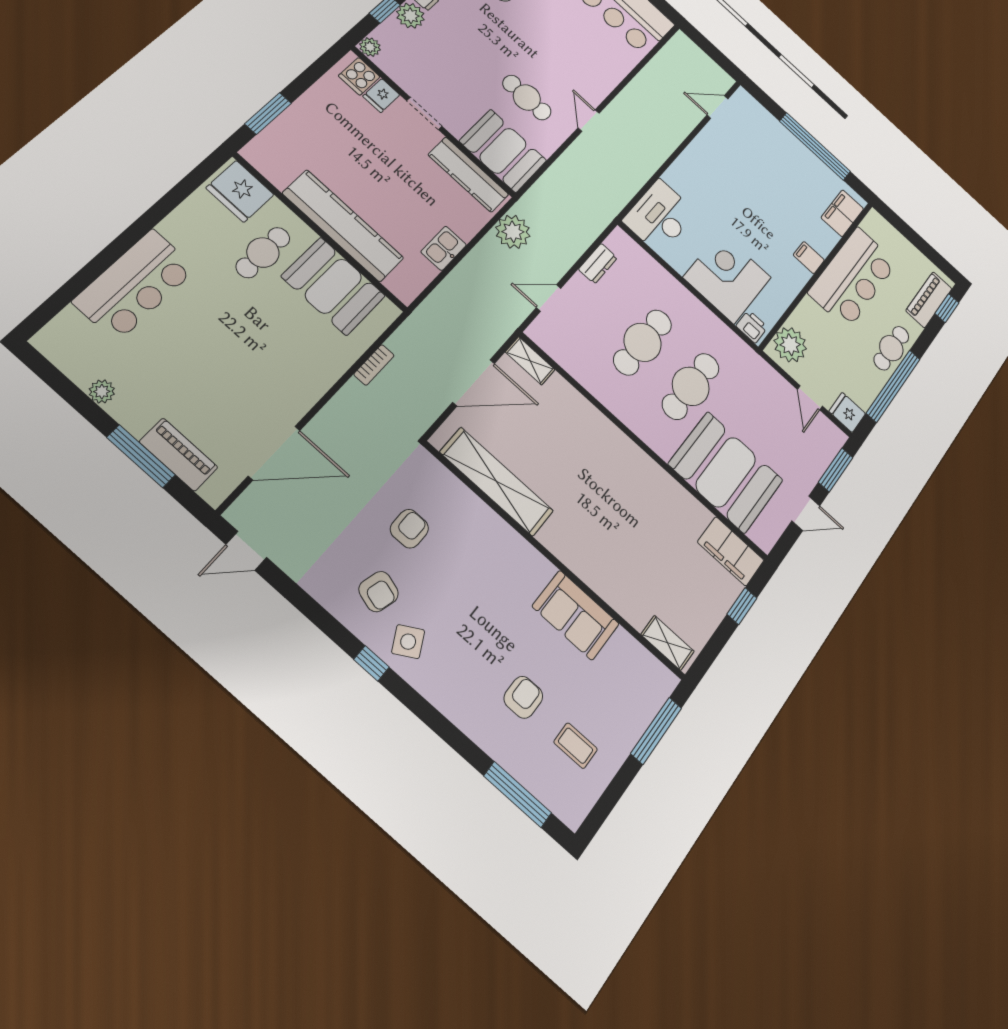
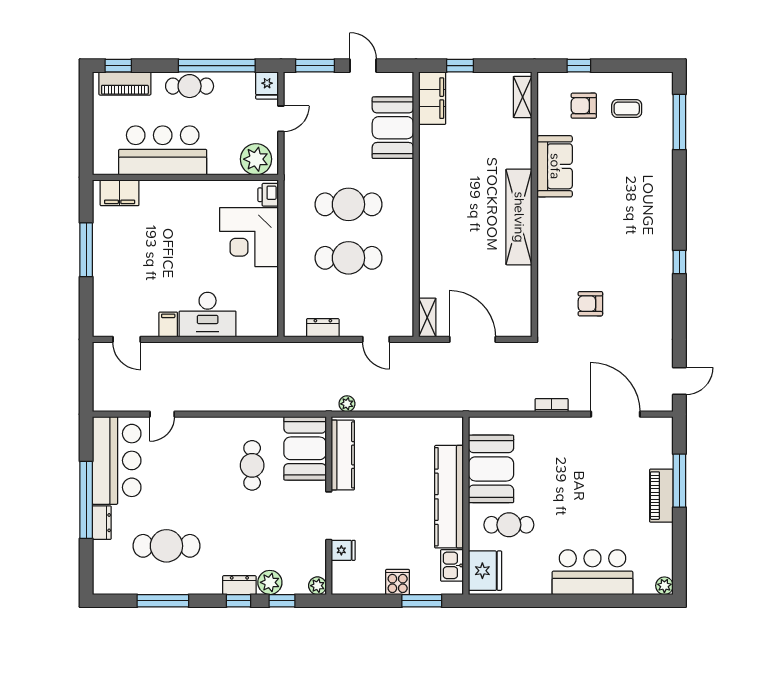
cooker: (359, 76) -> (398, 582), moved, turned -90
doorway: (424, 113) -> (329, 516), width x1.38
door: (589, 120) -> (162, 414), moved
window: (815, 146) -> (86, 250), width x0.68
desk: (660, 217) -> (208, 315), moved
plant: (513, 232) -> (347, 404), width x0.53, depth x0.53
kitchen sink: (444, 248) -> (452, 565), moved, turned 90
filing cabinet: (809, 258) -> (168, 324), moved, turned 180
bookcase: (374, 365) -> (552, 405), moved
plant: (102, 392) -> (664, 586), moved
piano: (179, 455) -> (661, 496), moved
booth: (726, 472) -> (393, 128), width x0.73, depth x0.70
shelving: (497, 482) -> (519, 217), moved
door: (246, 551) -> (679, 381), hinge flipped
armchair: (379, 592) -> (639, 291), removed
side table: (408, 642) -> (651, 252), removed
armchair: (523, 697) -> (584, 106), moved
window: (656, 731) -> (579, 66), width x0.46
coffee table: (576, 746) -> (627, 109), turned 90

